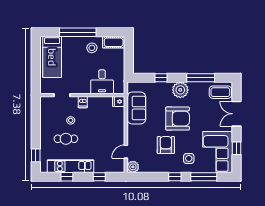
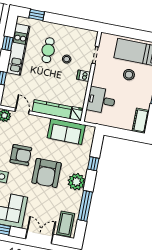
stool: (92, 48) -> (129, 75), moved
kitchen counter: (119, 125) -> (52, 109), added

